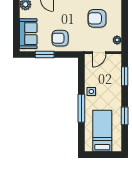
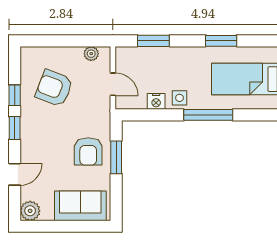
armchair: (97, 18) -> (54, 88), turned 111
window: (45, 54) -> (116, 157), moved
nightstand: (89, 78) -> (156, 101), added

